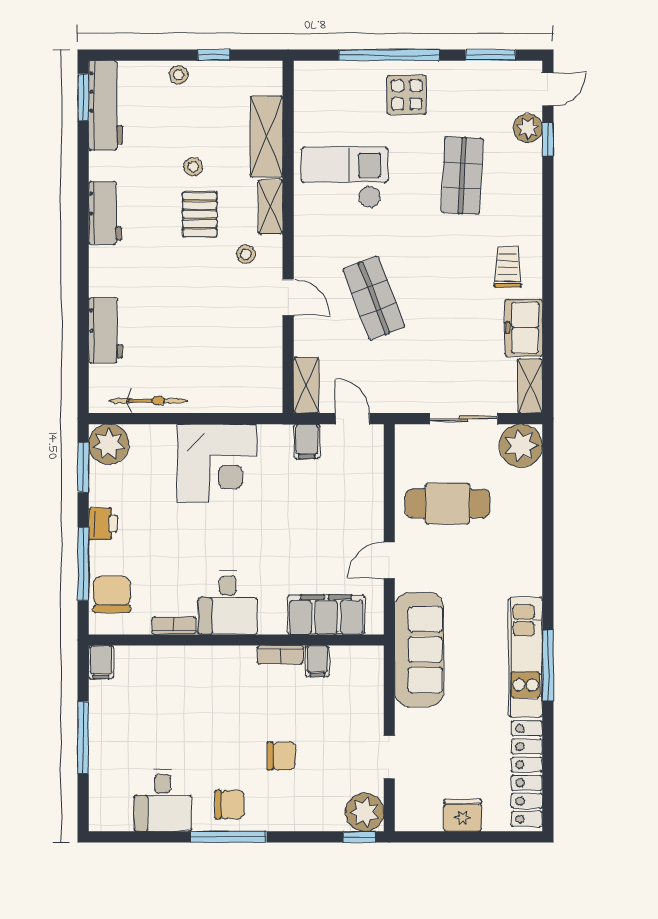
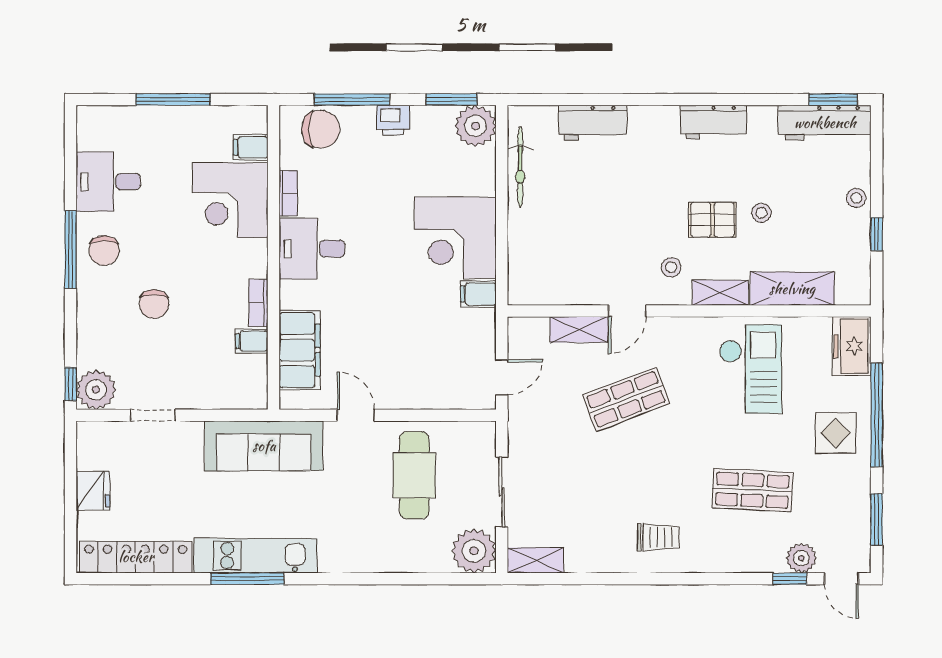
freezer: (524, 328) -> (852, 346), moved, turned -90
shelving: (306, 385) -> (579, 330), moved
filing cabinet: (307, 441) -> (478, 294), moved
filing cabinet: (101, 662) -> (251, 147), moved
corner desk: (181, 682) -> (230, 200), added

